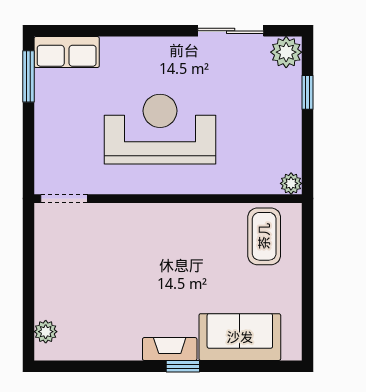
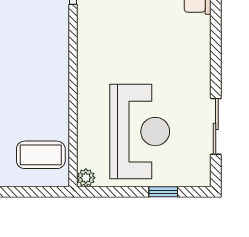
plant: (286, 52) -> (198, 174), removed
reception desk: (160, 129) -> (140, 132), moved

